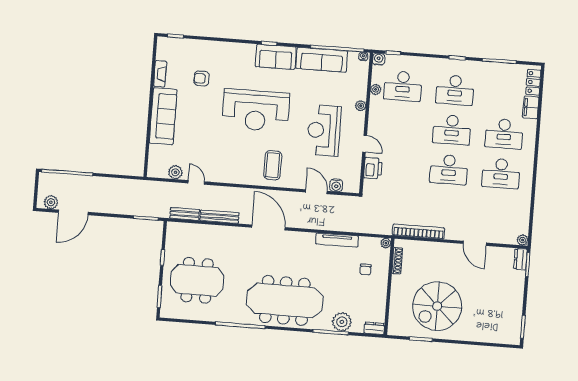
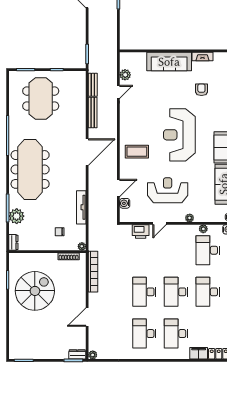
spiral stairs: (437, 306) -> (35, 291), turned 90

